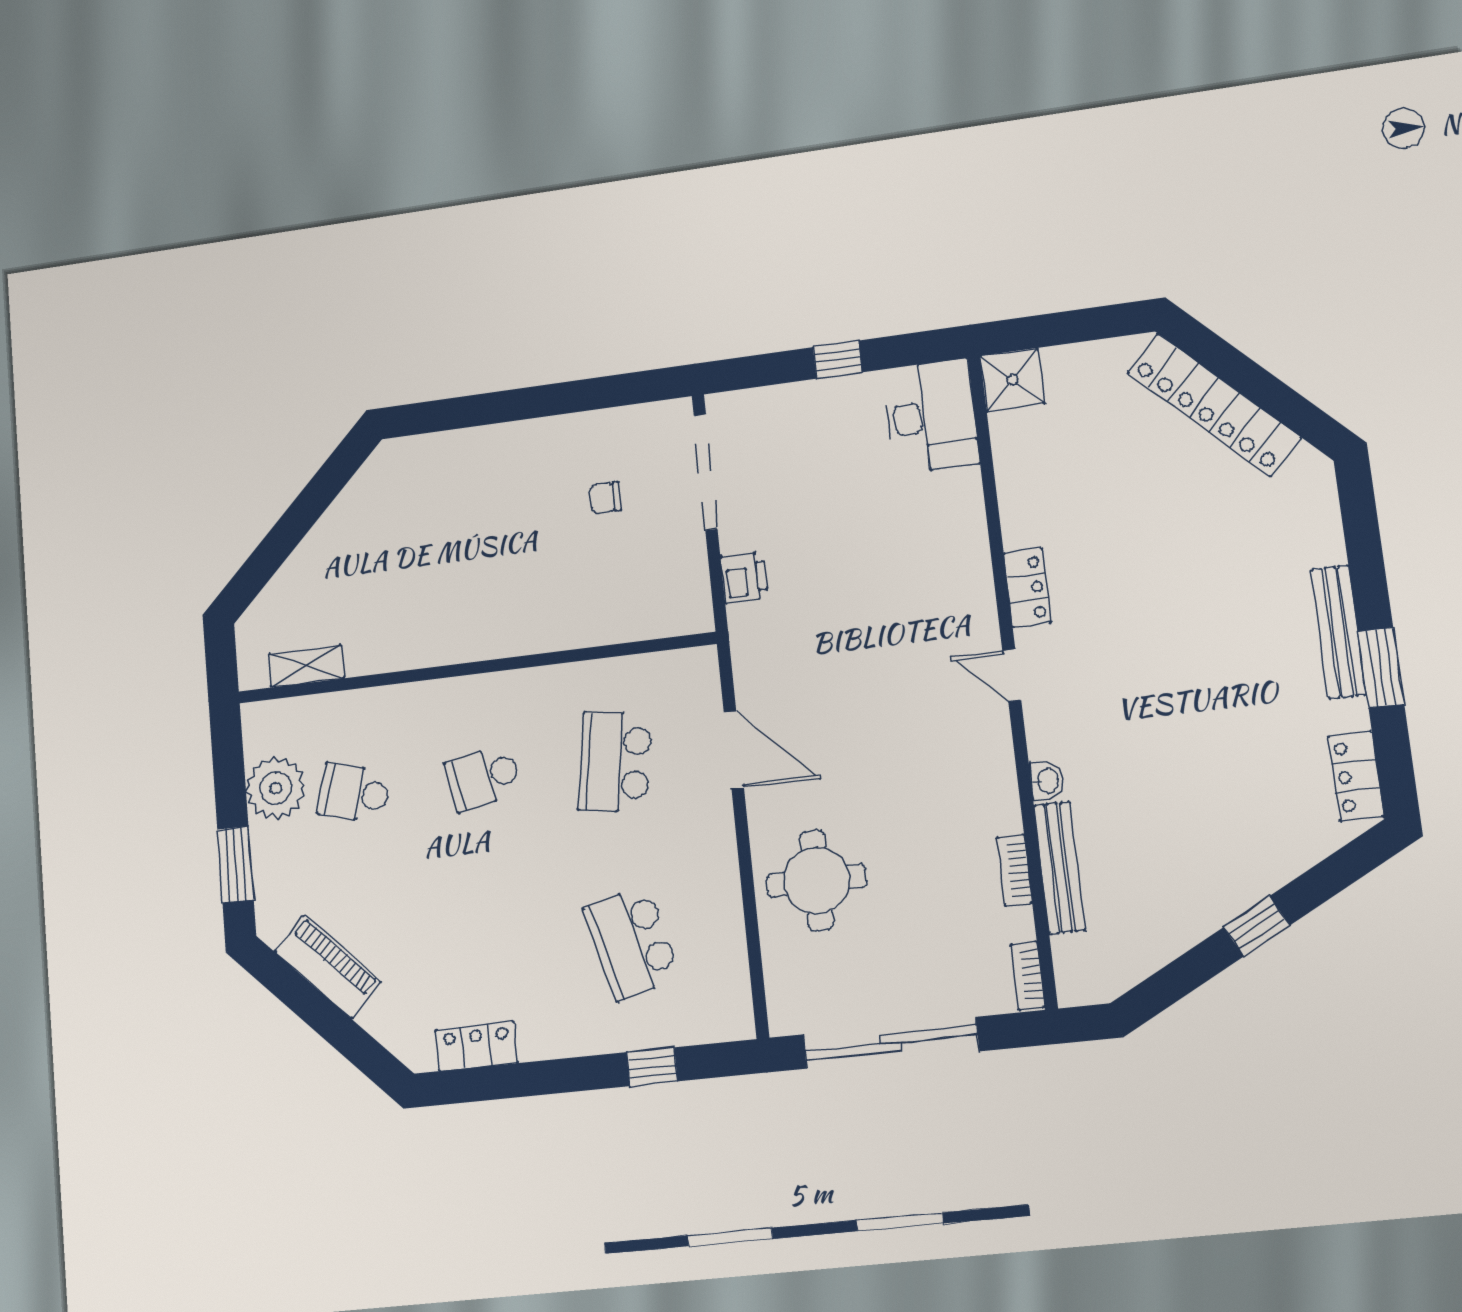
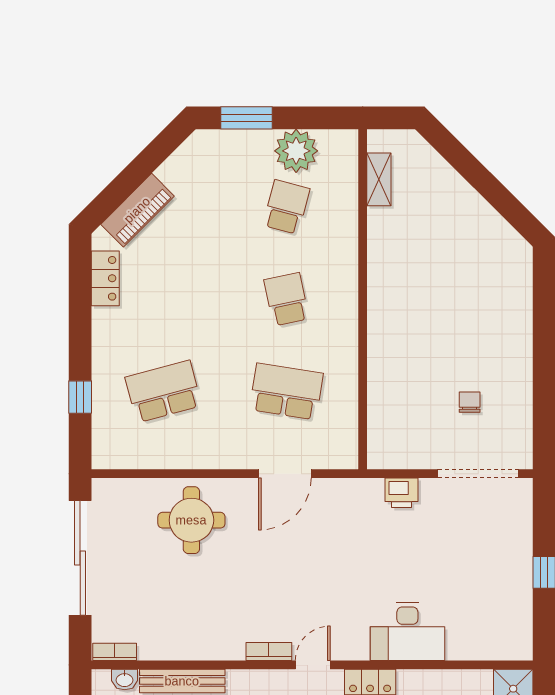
desk: (931, 416) -> (407, 631), moved
washbasin: (1047, 781) -> (125, 680), moved
bookcase: (1014, 870) -> (269, 651), moved
piano: (327, 967) -> (137, 210), moved

